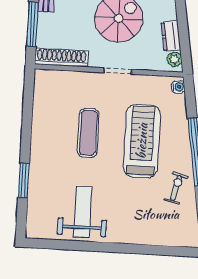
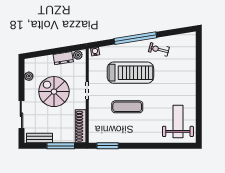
treadmill: (142, 141) -> (130, 73), turned 180
window: (24, 181) -> (108, 146), moved
weight bench: (83, 212) -> (178, 122), moved, turned 90

